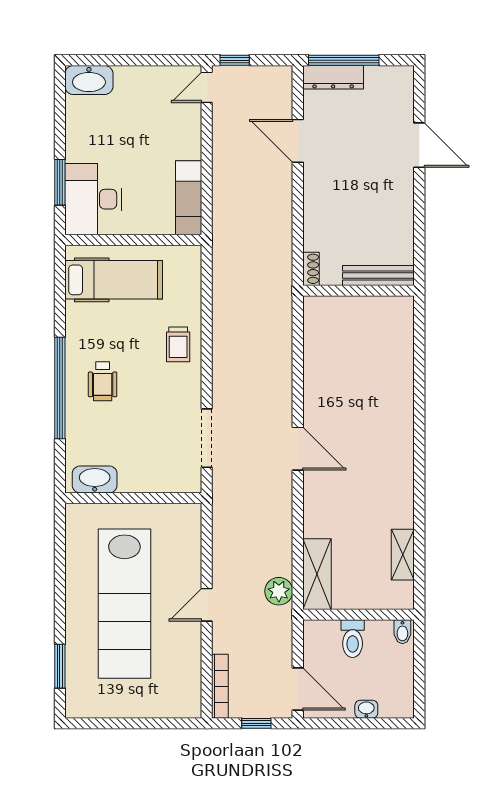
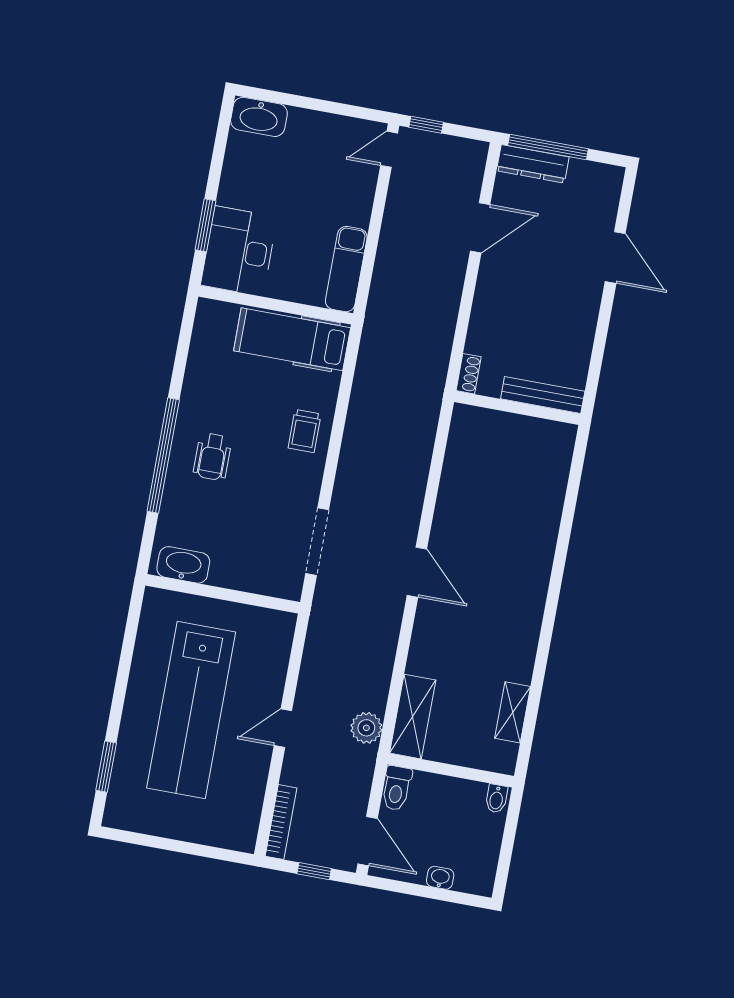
door: (298, 141) -> (480, 228), swing flipped
hospital bed: (114, 280) -> (292, 339), moved, turned 180
toilet: (353, 639) -> (396, 788), moved

